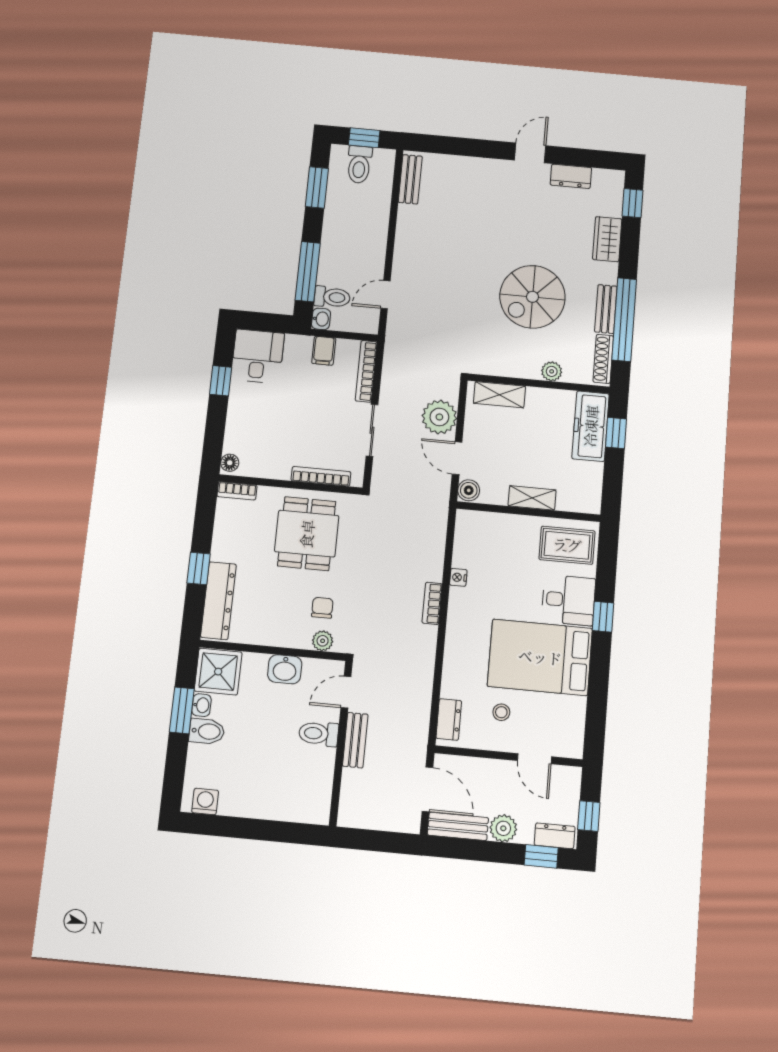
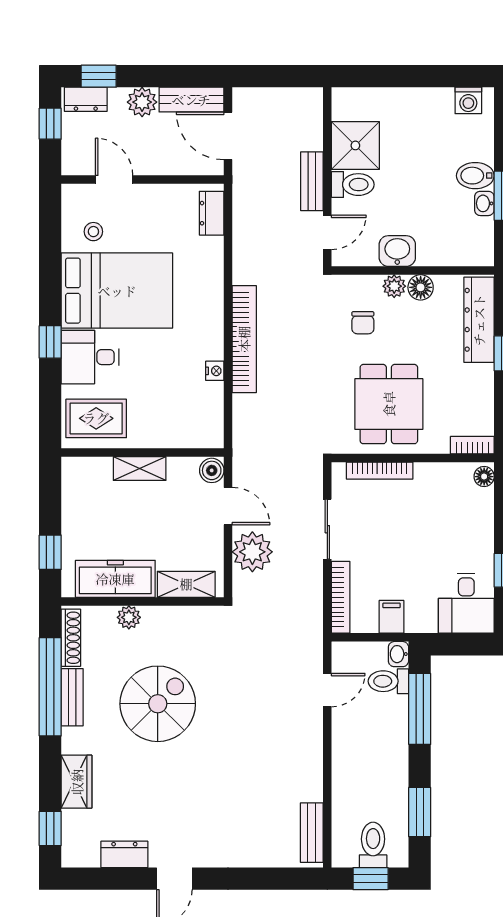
freezer: (591, 426) -> (115, 579), moved, turned -90
bookcase: (432, 603) -> (244, 339), width x2.31, depth x1.31
floor lamp: (267, 635) -> (421, 287), added
plant: (323, 641) -> (394, 286), moved
shower: (218, 672) -> (355, 145), moved
stool: (501, 712) -> (93, 232), moved

